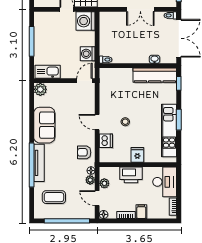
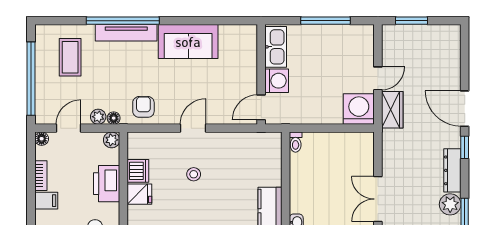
washing machine: (88, 54) -> (277, 81), moved, turned 90
door: (84, 81) -> (261, 107), swing flipped
plant: (40, 89) -> (247, 35), removed
dishwasher: (106, 141) -> (138, 171), moved, turned -90
plant: (104, 183) -> (112, 140), moved

